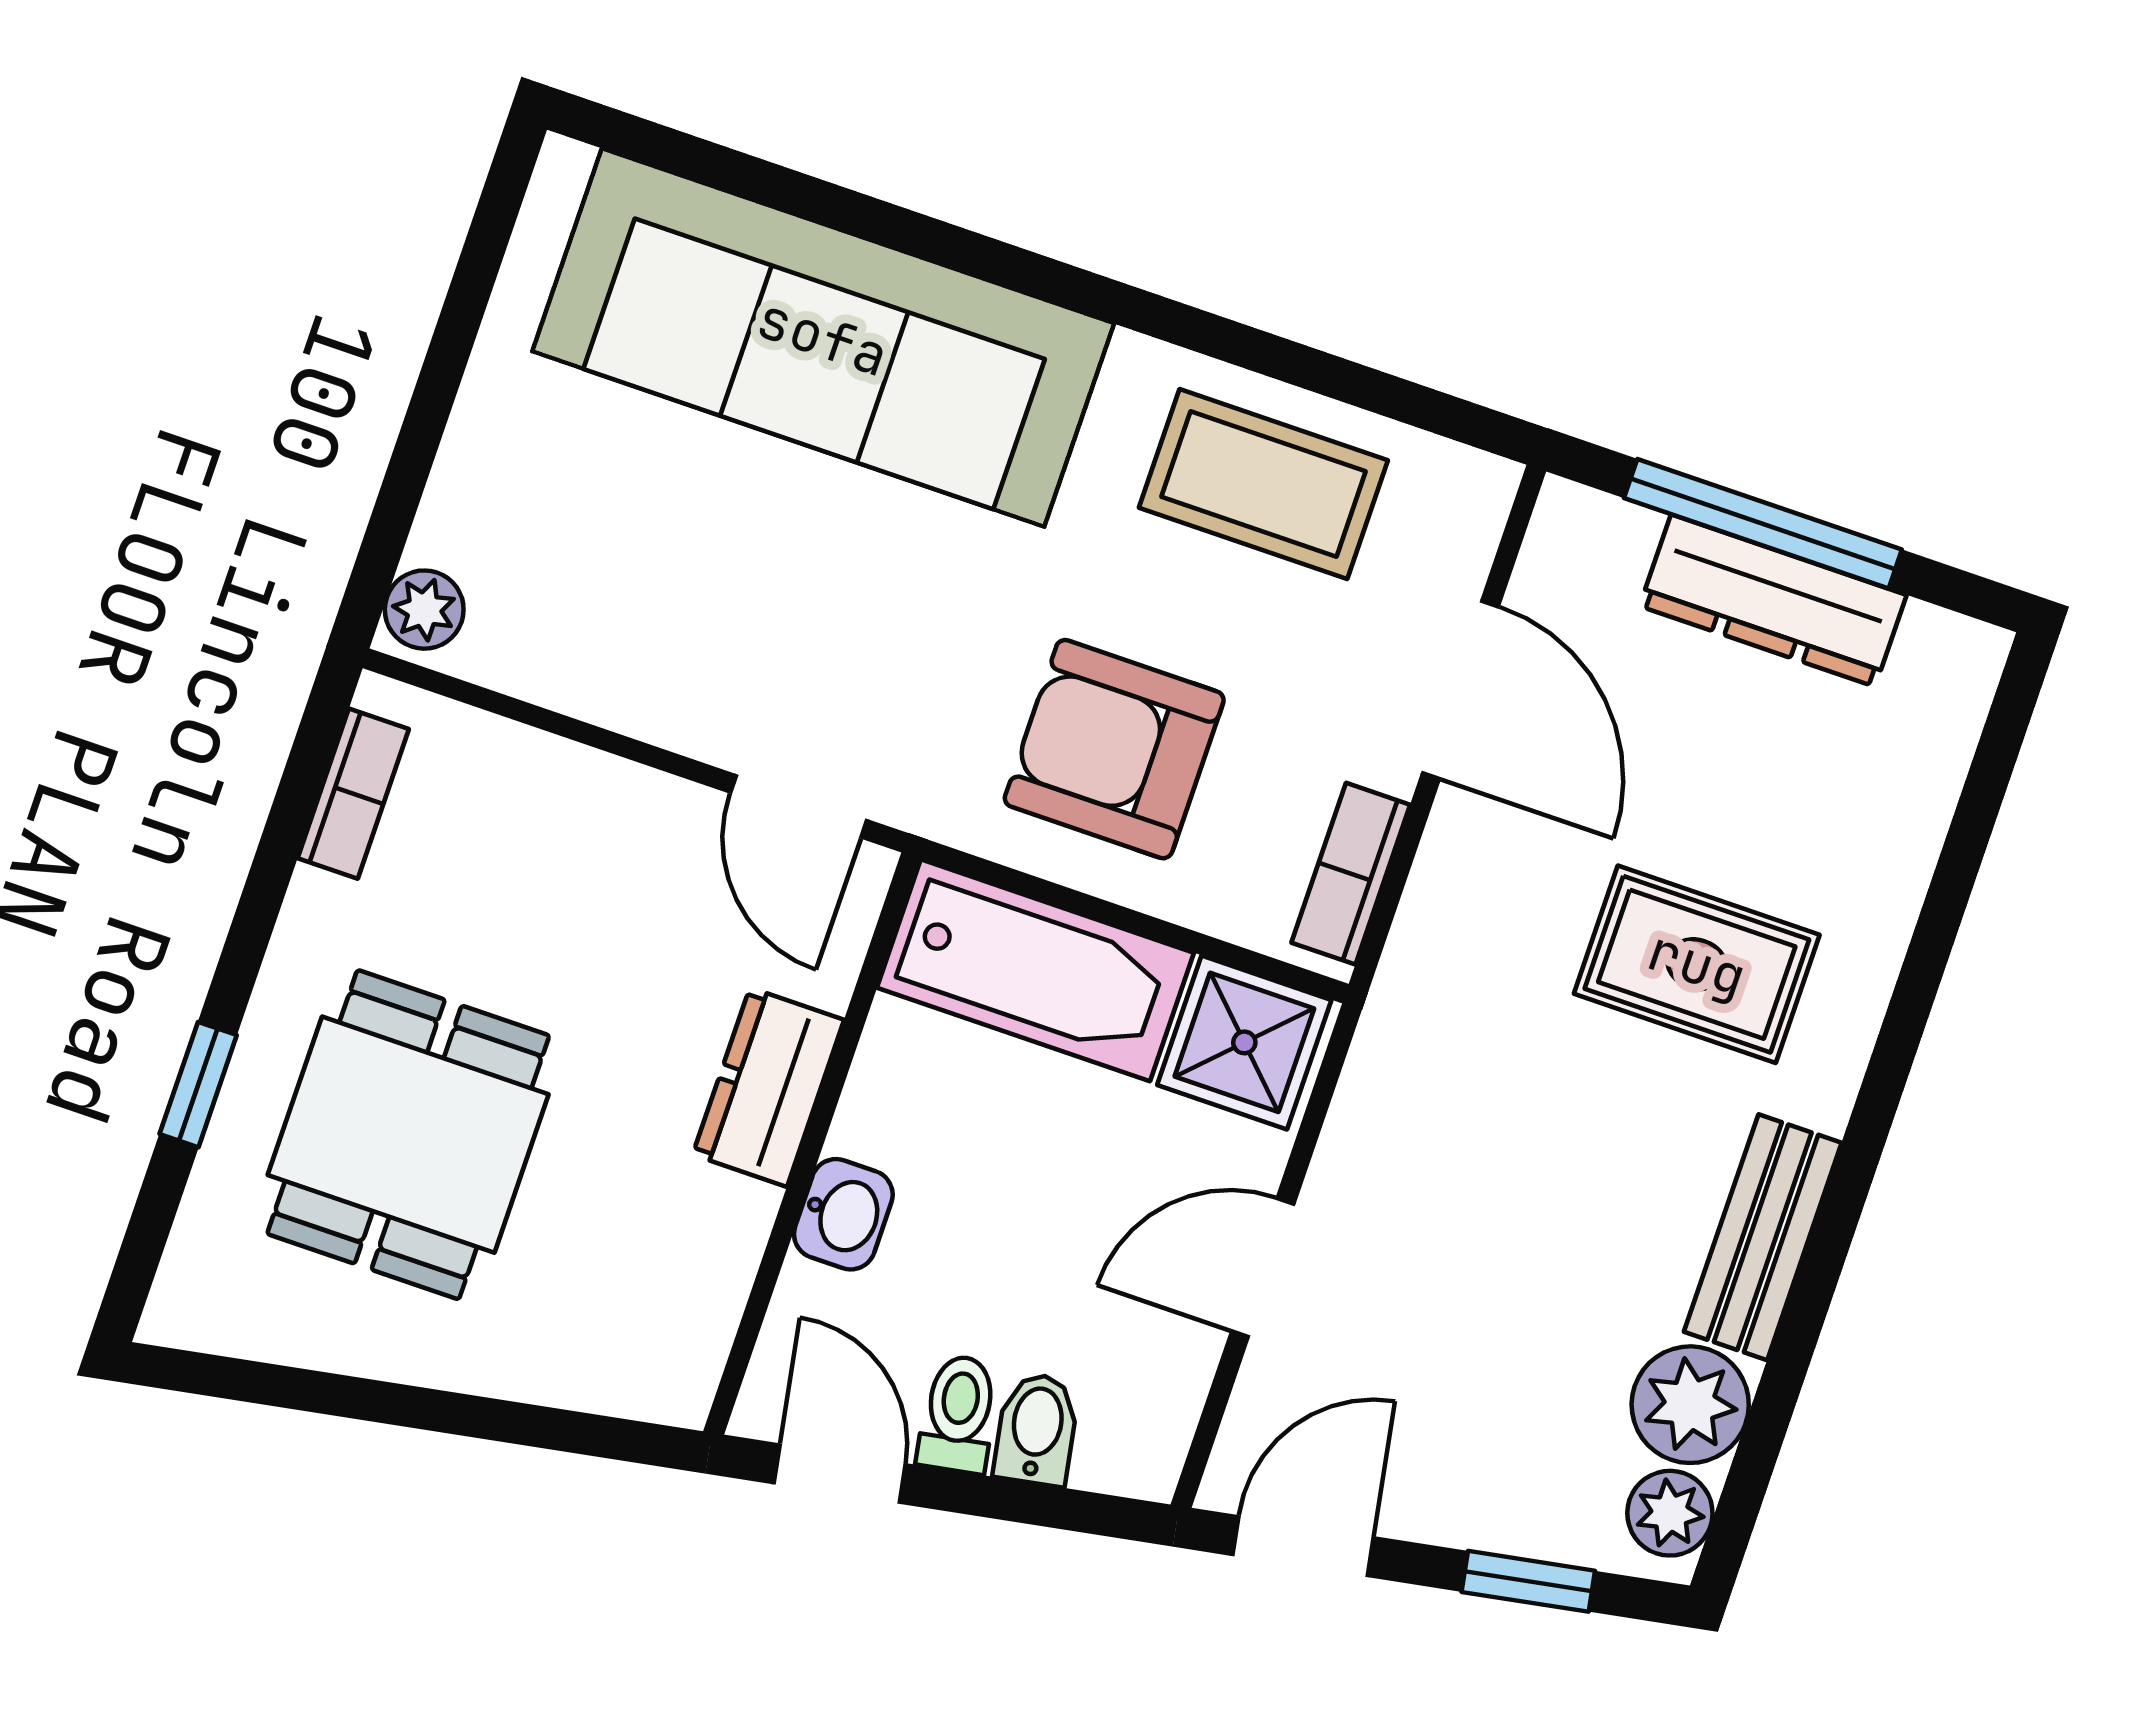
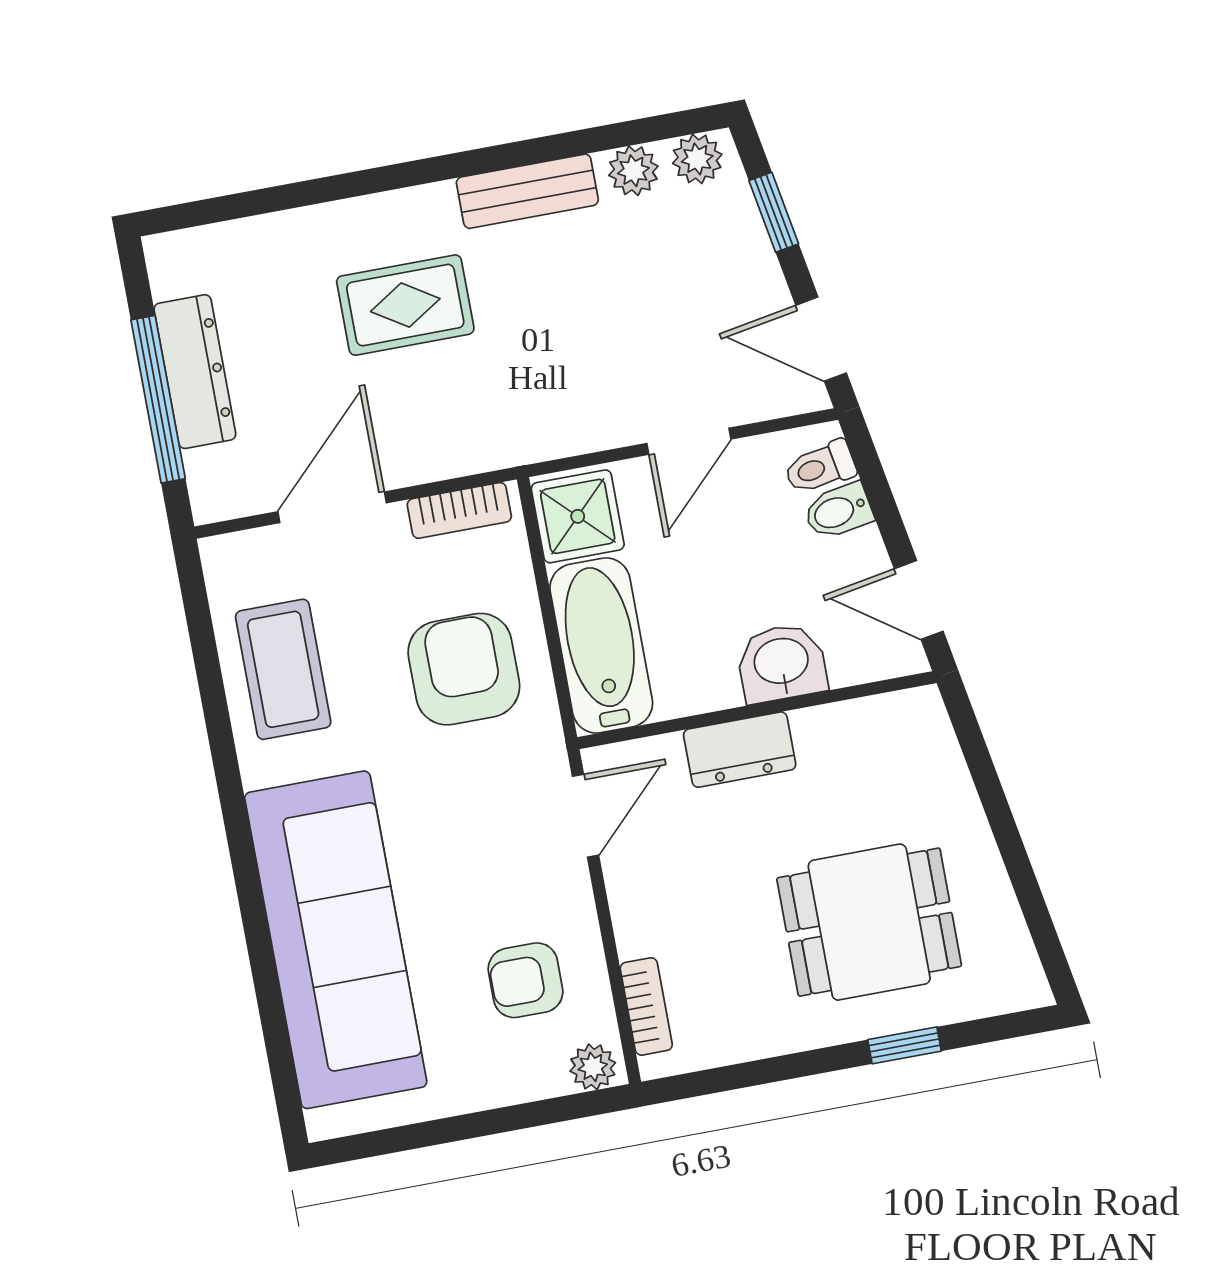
armchair: (607, 582) -> (526, 980), added
armchair: (1114, 749) -> (464, 669), turned 180
bookcase: (353, 794) -> (646, 1006), moved, turned 90
rug: (1697, 964) -> (405, 305), turned 90
washbasin: (843, 1214) -> (781, 663), width x1.38, depth x1.45
door: (1263, 1268) -> (689, 441), hinge flipped
plant: (1690, 1405) -> (633, 171), width x0.73, depth x0.73
toilet: (958, 1414) -> (820, 467), moved
door: (840, 1474) -> (919, 600), hinge flipped

